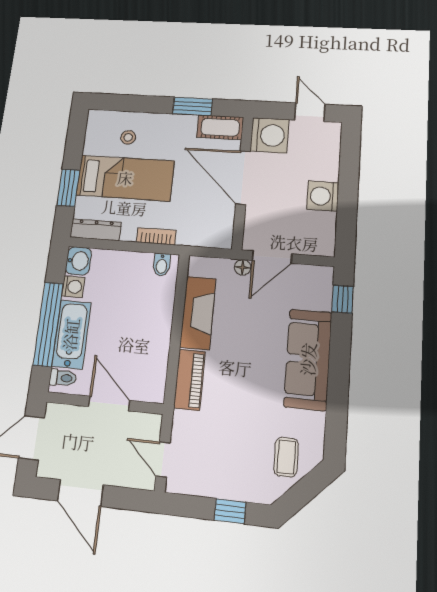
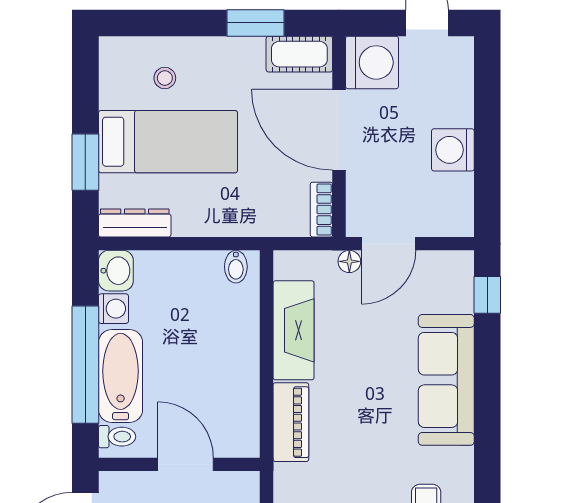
bookcase: (156, 236) -> (321, 210), moved, turned -90

